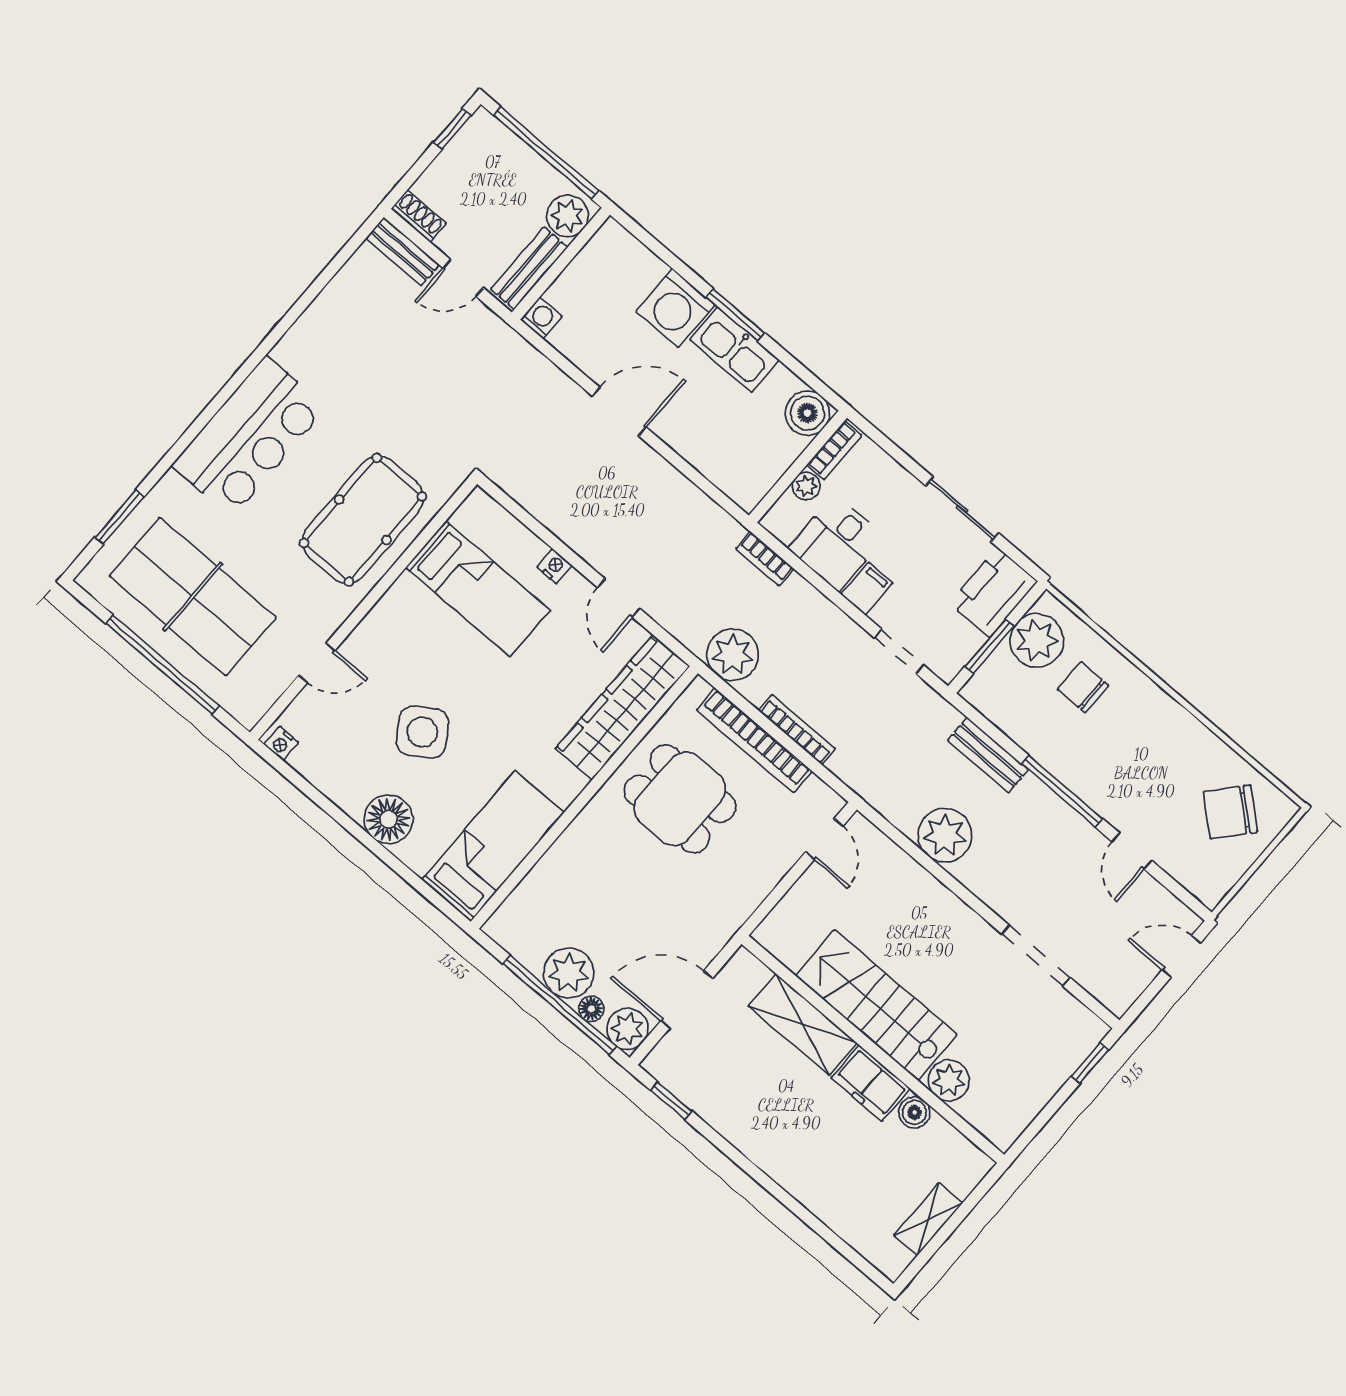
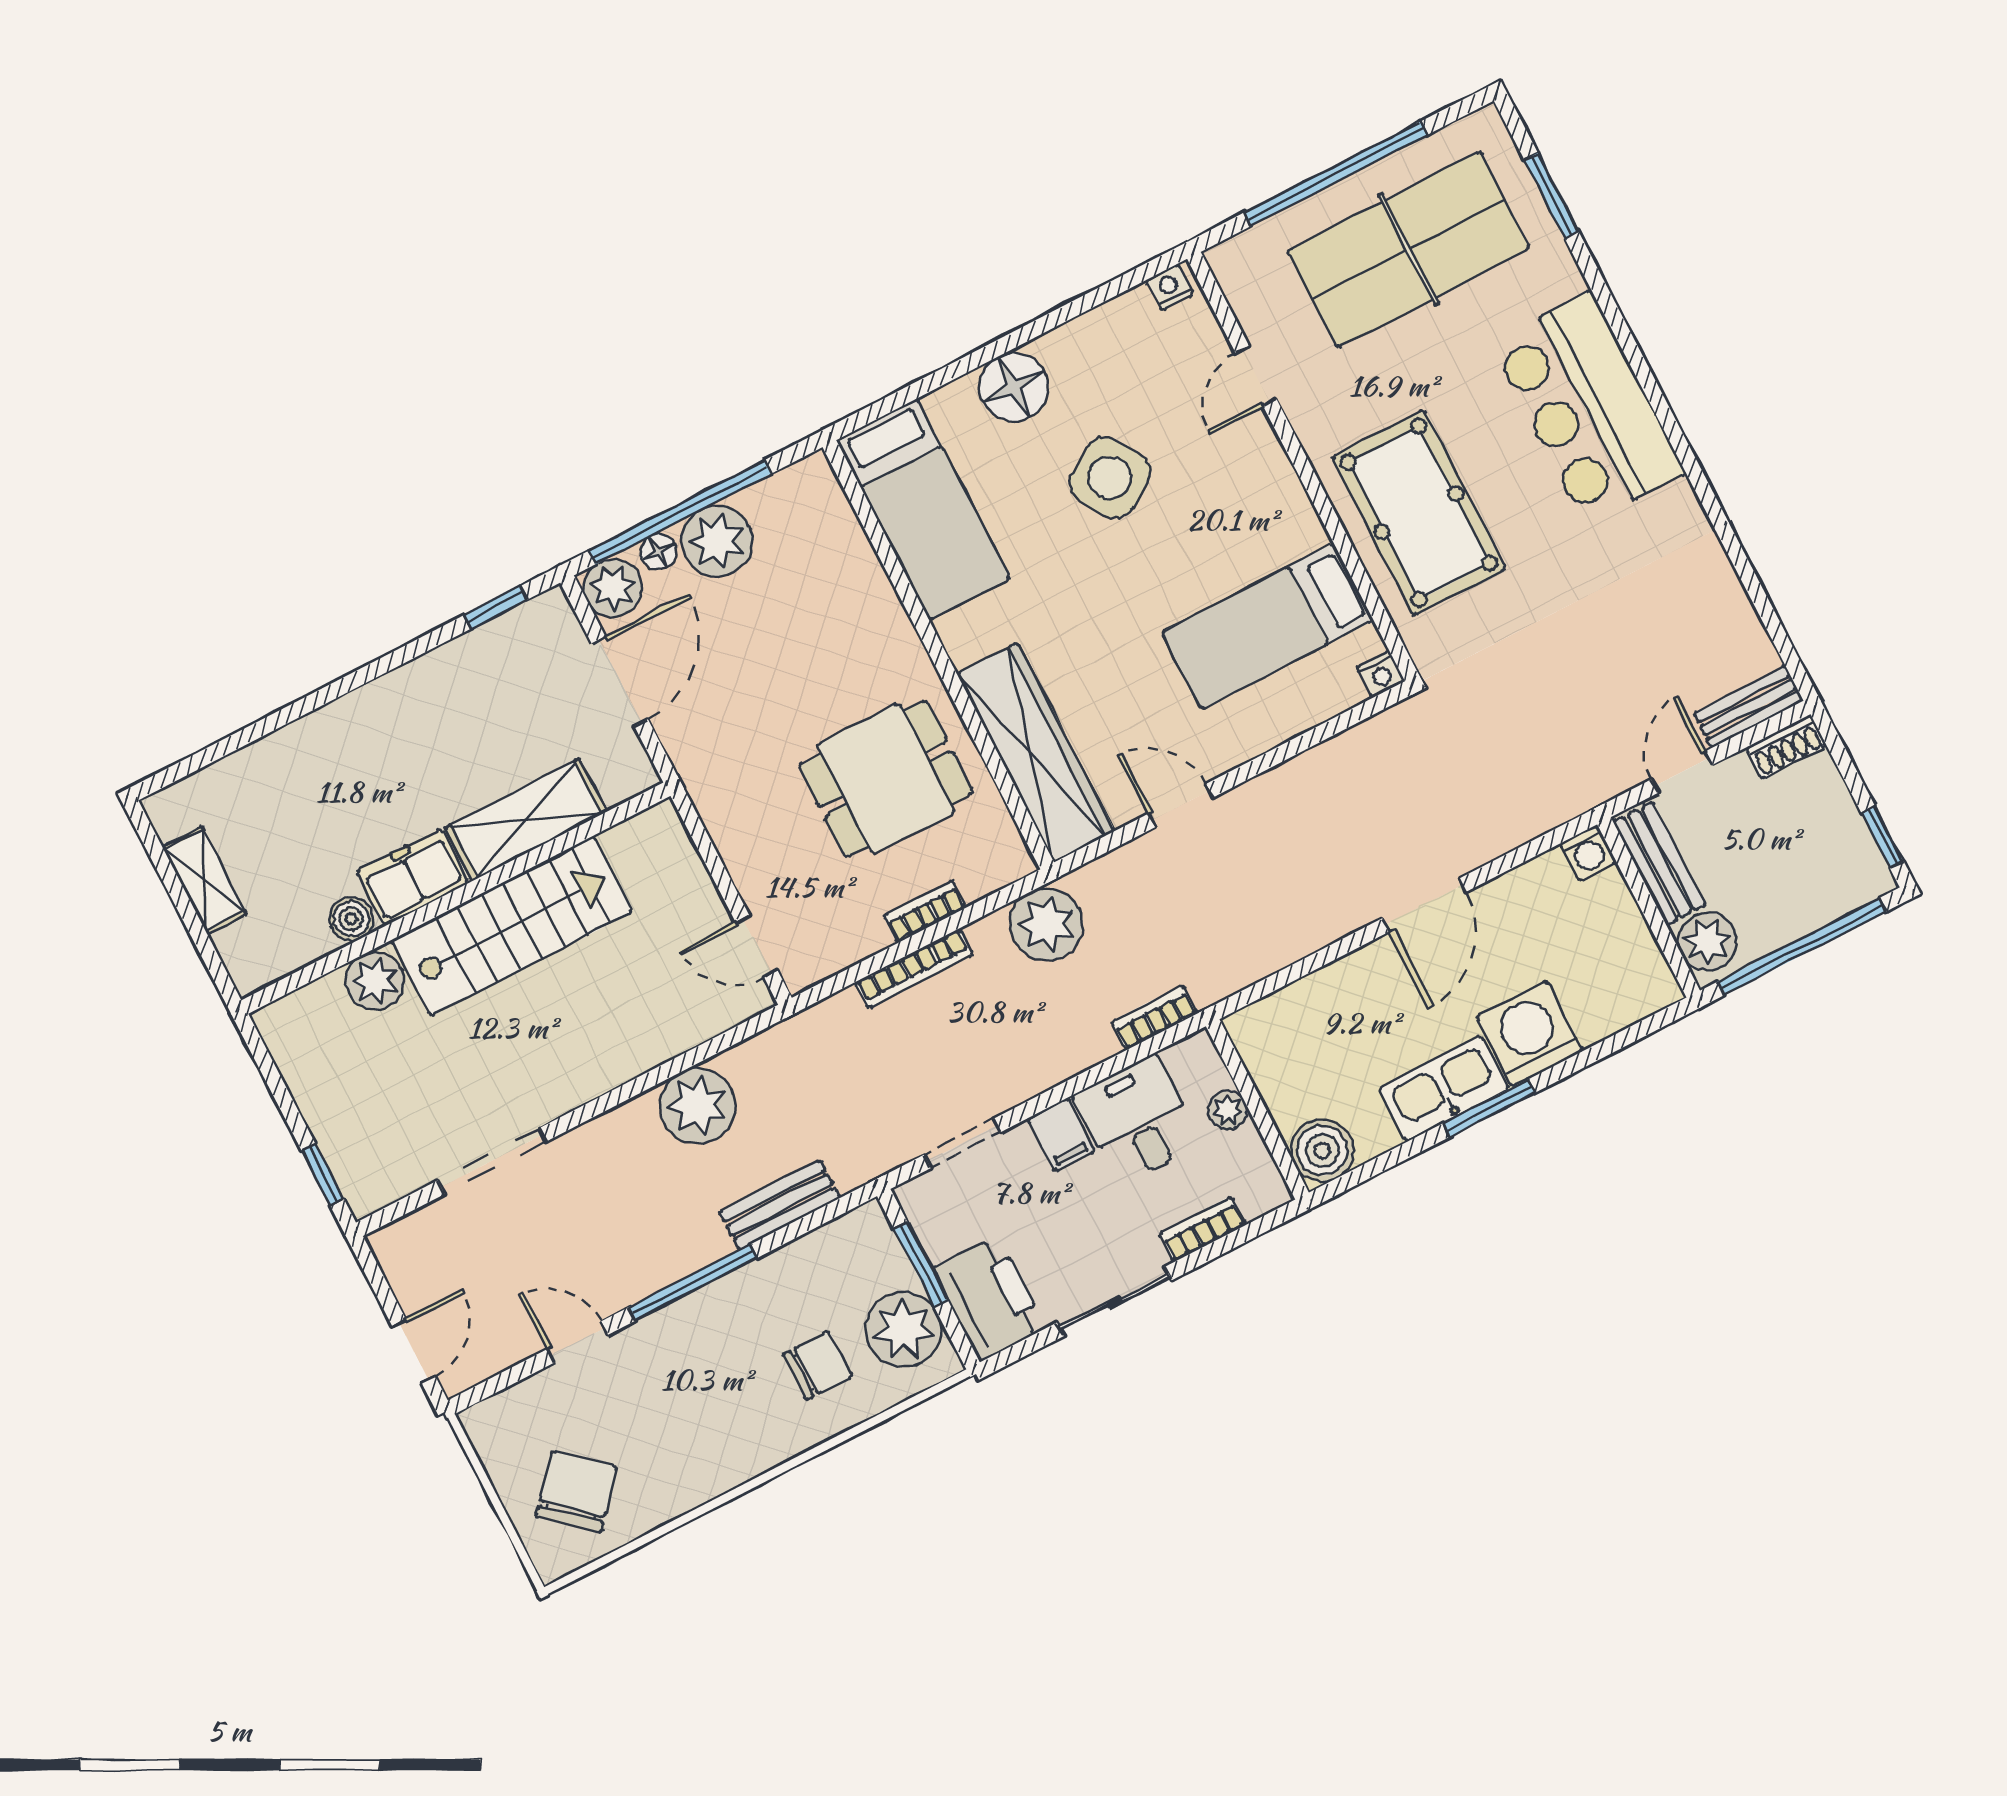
bookcase: (834, 450) -> (1202, 1229), moved, turned 90
nightstand: (554, 566) -> (1381, 674), moved
bookcase: (754, 740) -> (925, 912), width x0.43, depth x0.76

